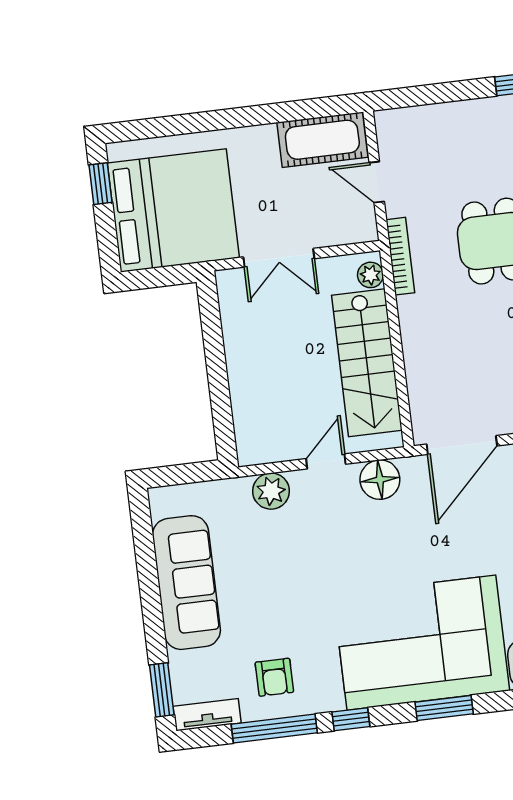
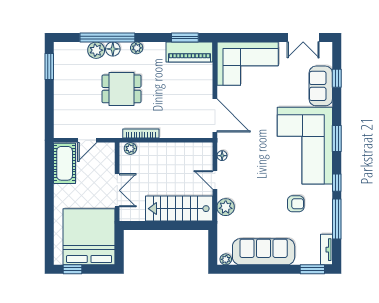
bookcase: (400, 256) -> (141, 134), moved
stairs: (367, 363) -> (179, 209), moved, turned 180
floor lamp: (380, 480) -> (222, 156), width x0.53, depth x0.53
plant: (161, 505) -> (226, 259), added
armchair: (274, 677) -> (296, 204), moved

